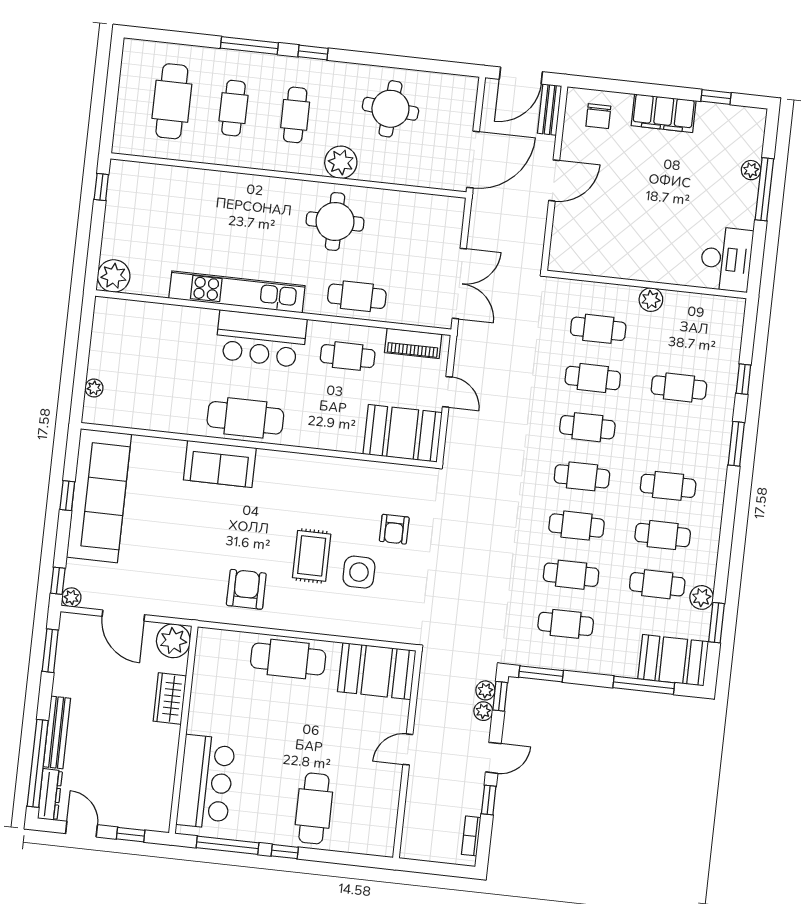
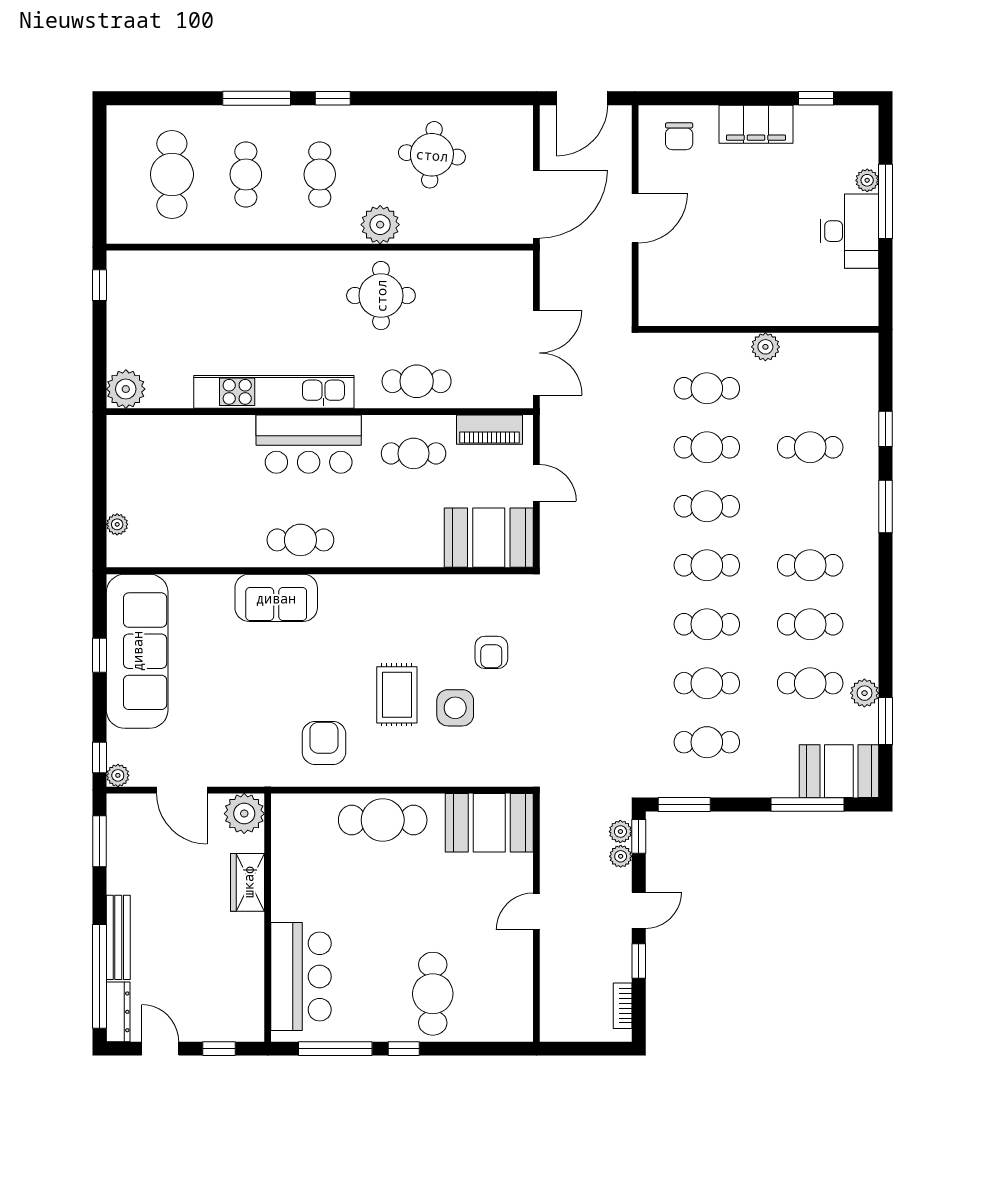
bench: (550, 110) -> (620, 135), removed
desk: (726, 259) -> (849, 231), moved
cafe table: (245, 418) -> (300, 540), width x0.73, depth x0.74

